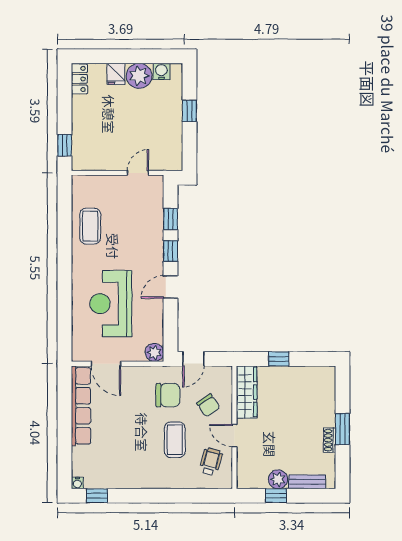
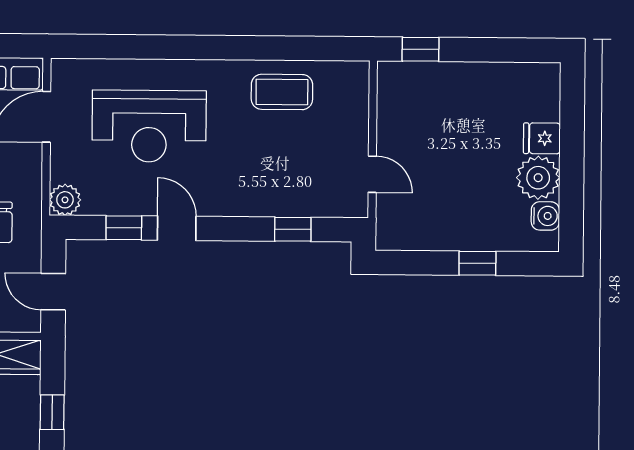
locker: (79, 79) -> (534, 76), removed
window: (170, 251) -> (124, 228), moved
reception desk: (111, 304) -> (149, 126), turned 180
door: (193, 359) -> (53, 292), moved

